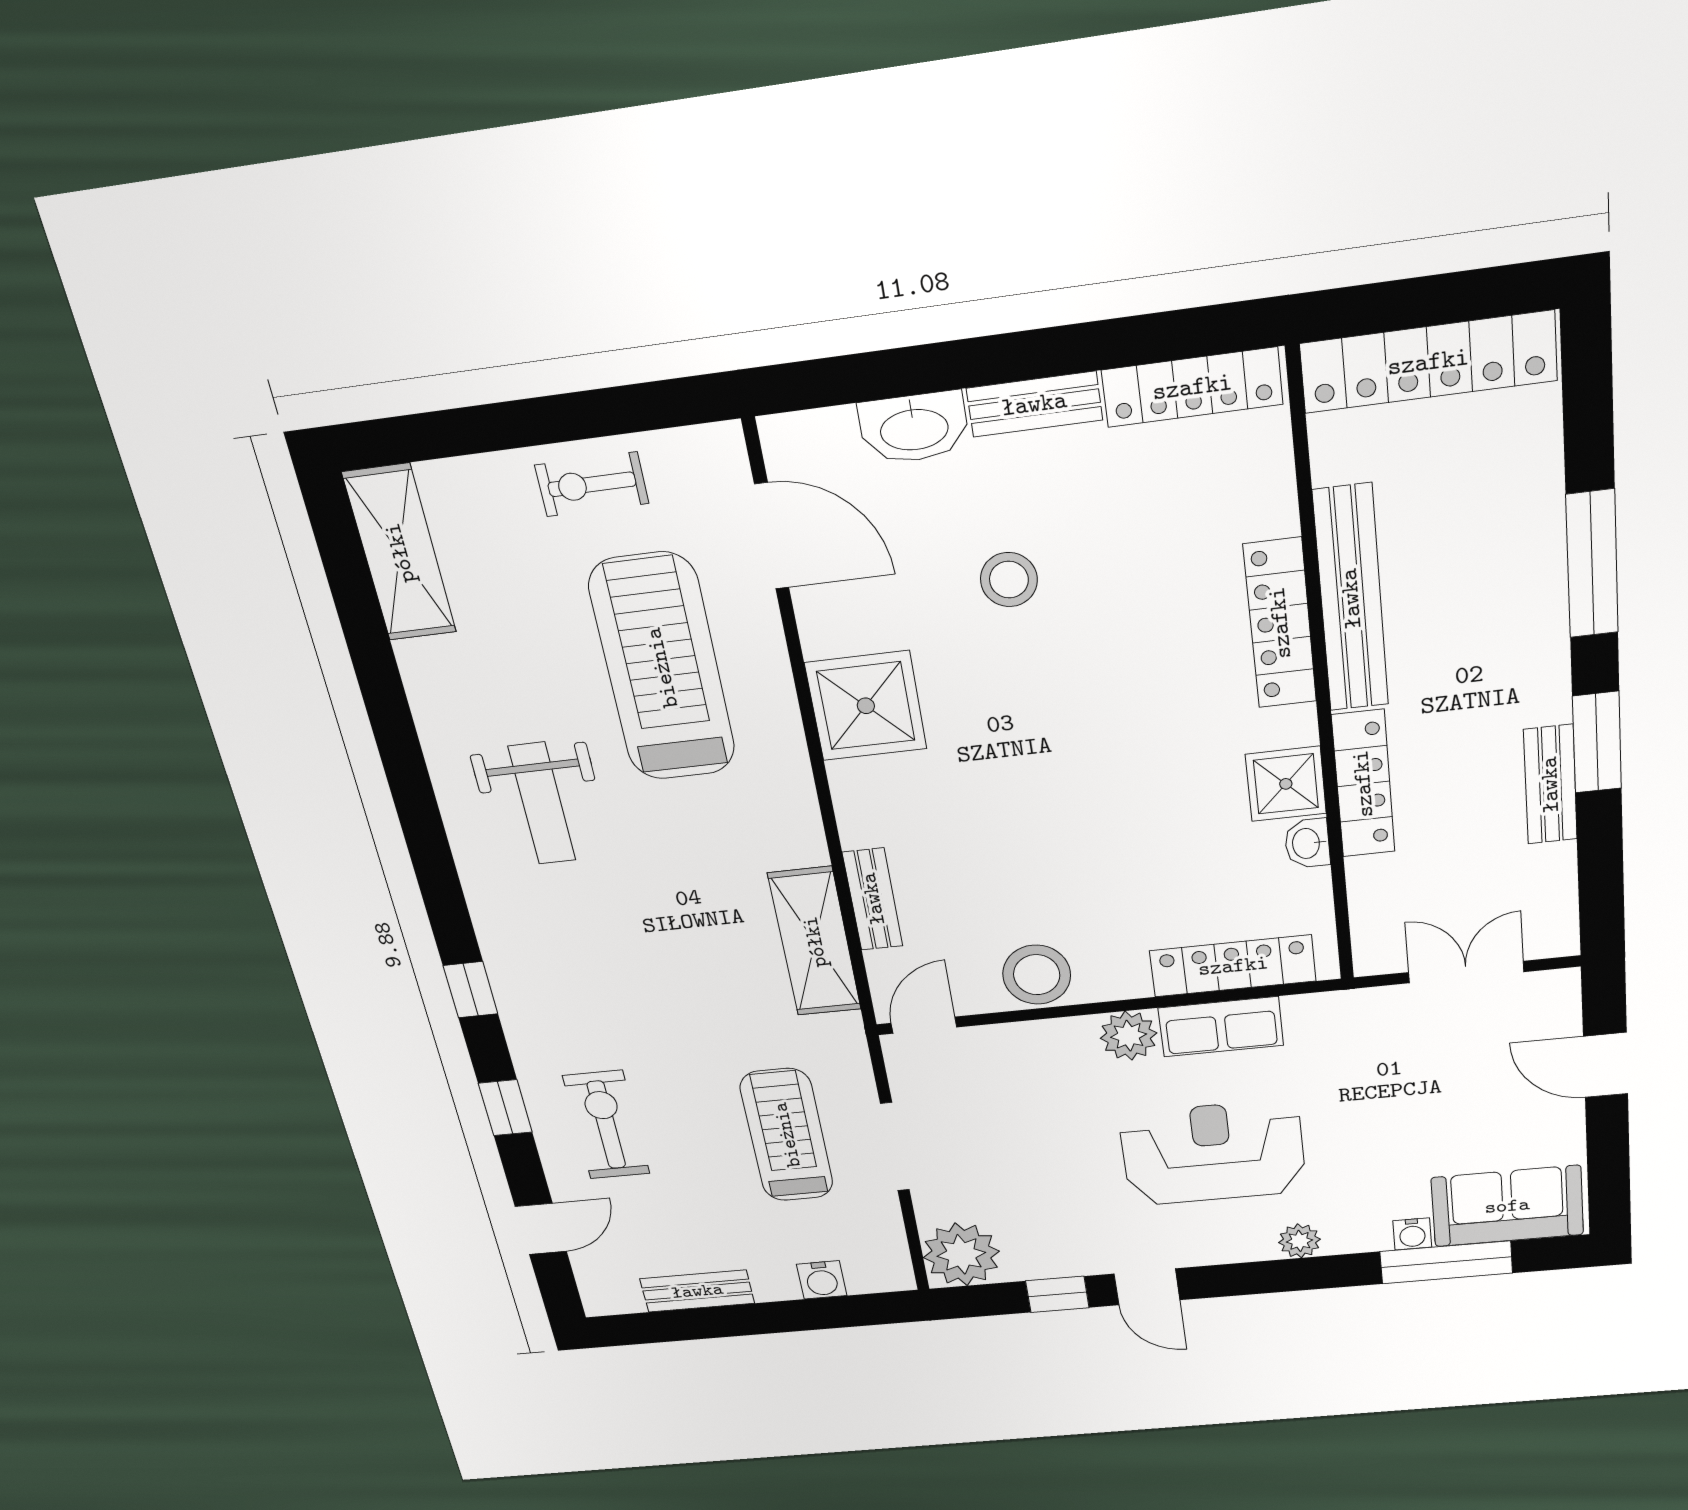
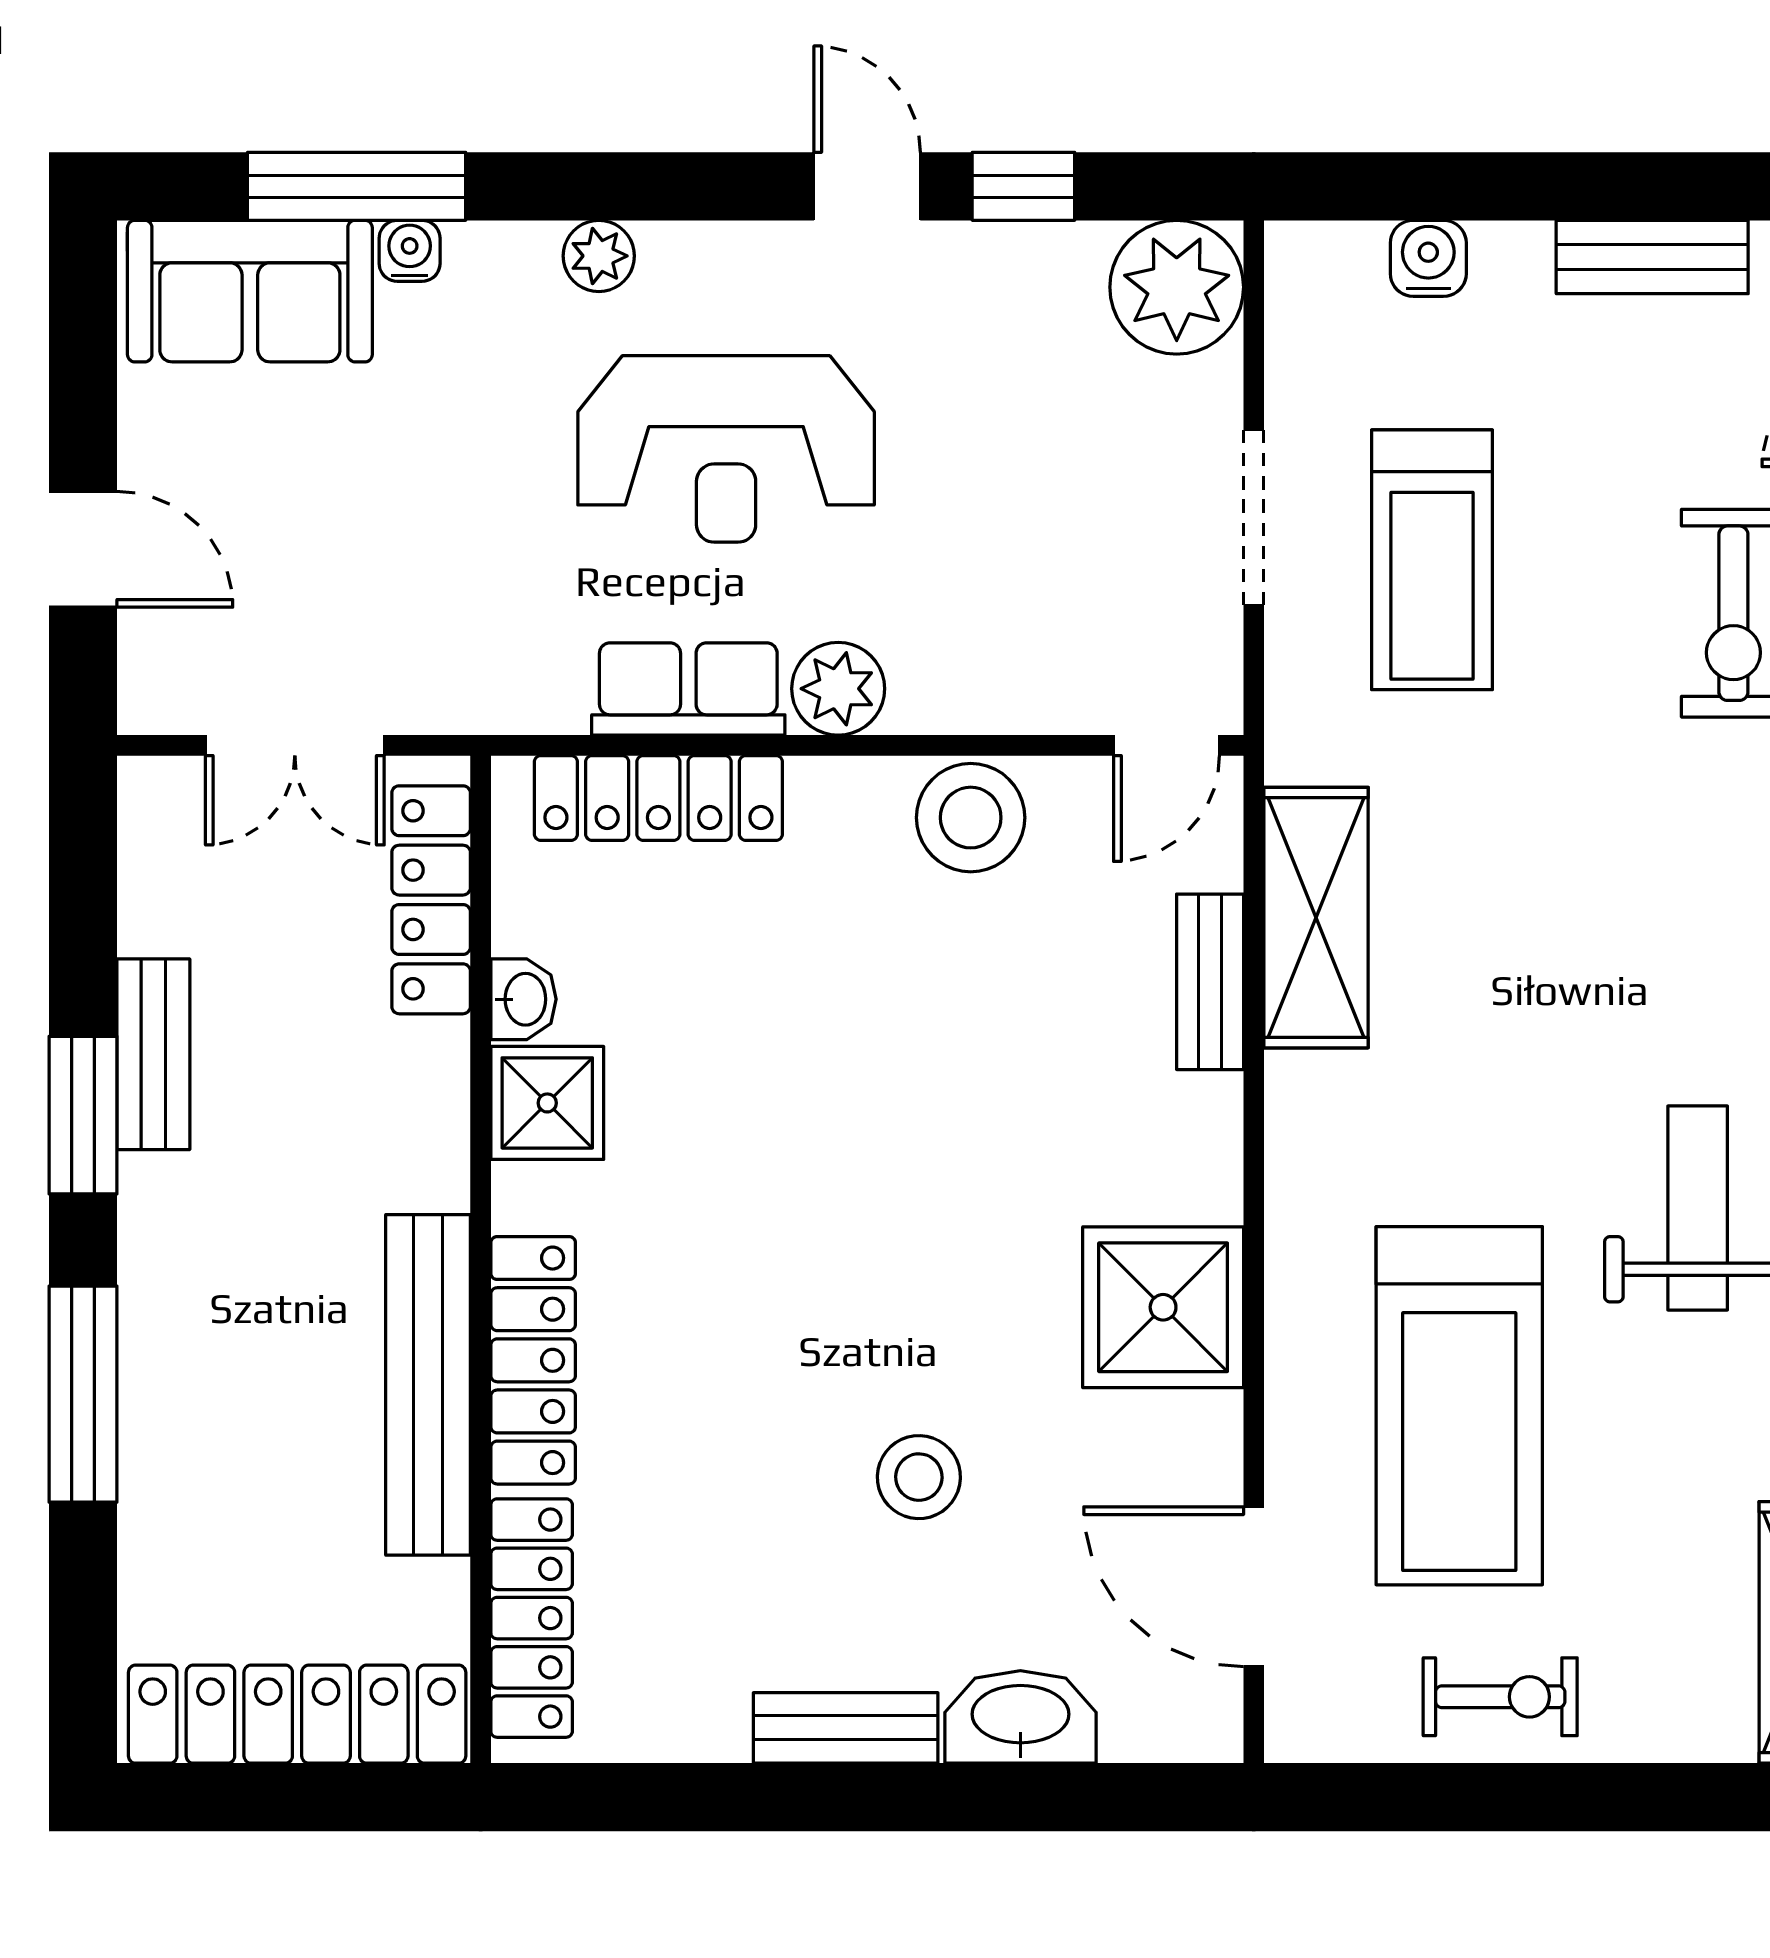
locker: (1192, 387) -> (532, 1618), moved, turned 90
locker: (1363, 784) -> (431, 900), moved

